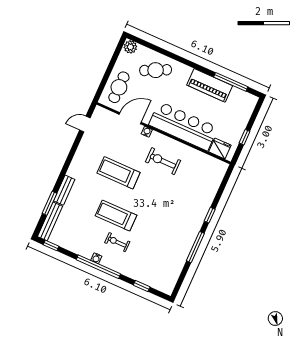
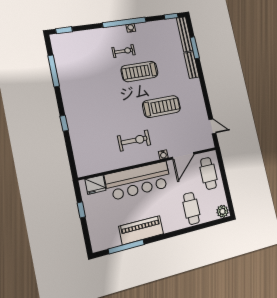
cafe table: (156, 70) -> (191, 208), turned -64
door: (85, 124) -> (212, 126), hinge flipped
treadmill: (116, 216) -> (140, 72), turned 180
window: (195, 247) -> (54, 71), moved
window: (142, 286) -> (64, 30), moved

